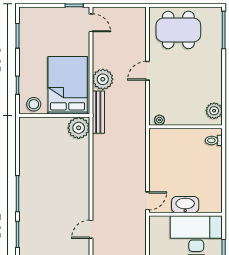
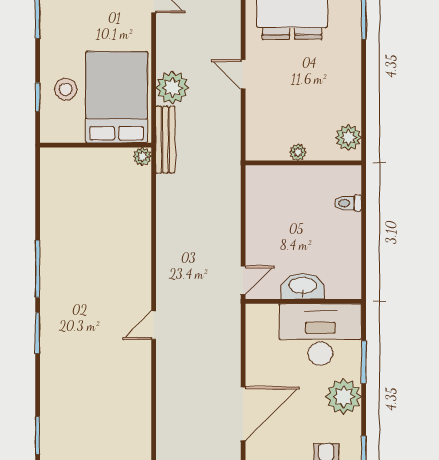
door: (147, 71) -> (243, 74), hinge flipped
stool: (34, 104) -> (66, 89), moved
plant: (159, 120) -> (298, 152), moved
plant: (79, 128) -> (142, 157), width x0.53, depth x0.53
toilet: (214, 140) -> (348, 203), moved

